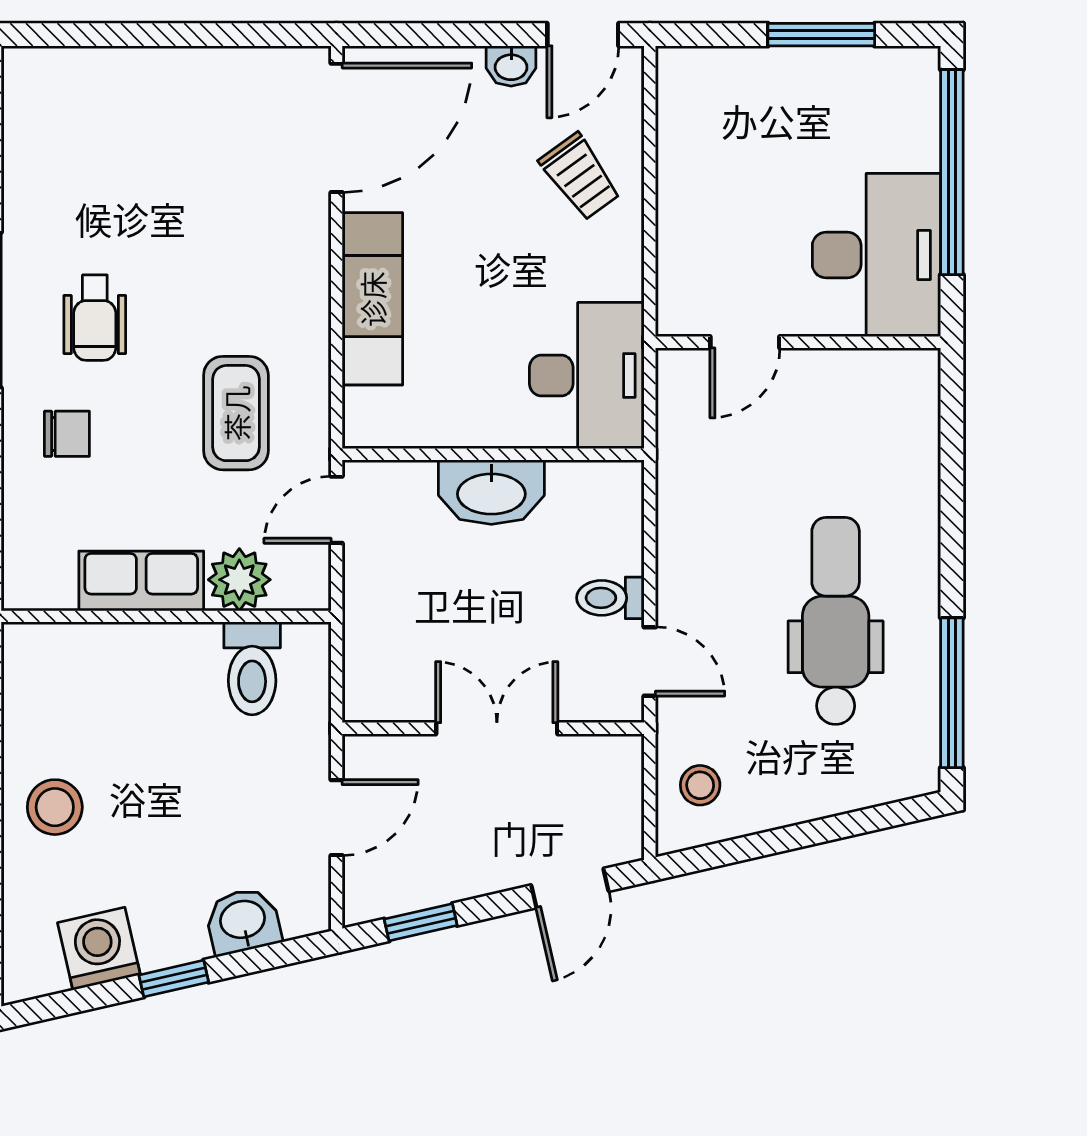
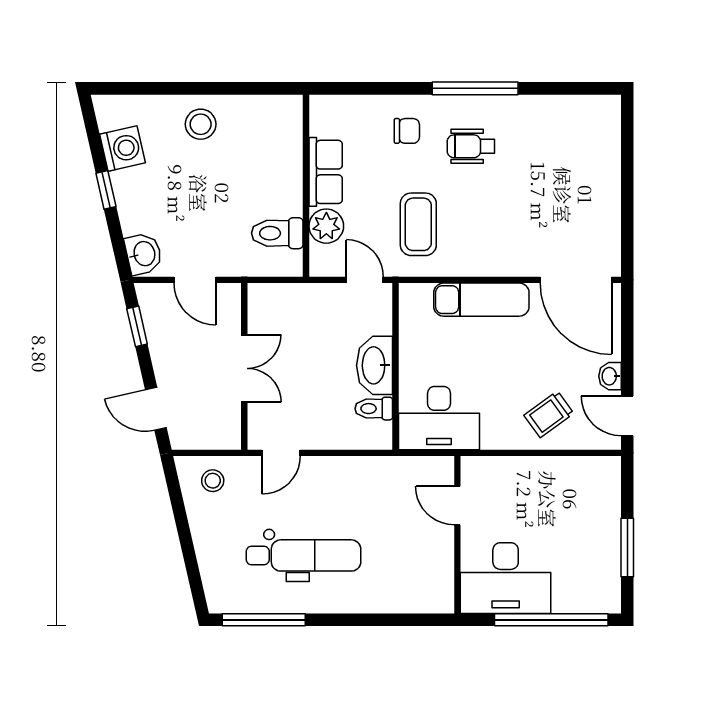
coffee table: (236, 413) -> (418, 224), turned 90
chair: (67, 434) -> (407, 131), turned -90
toilet: (610, 598) -> (374, 409), moved, turned -90
washbasin: (243, 921) -> (144, 254), moved

